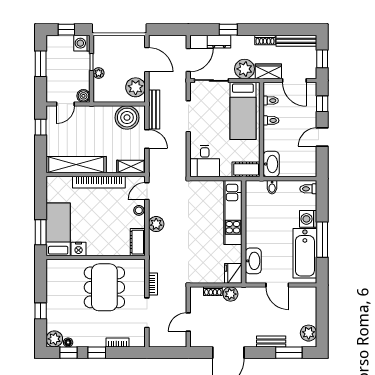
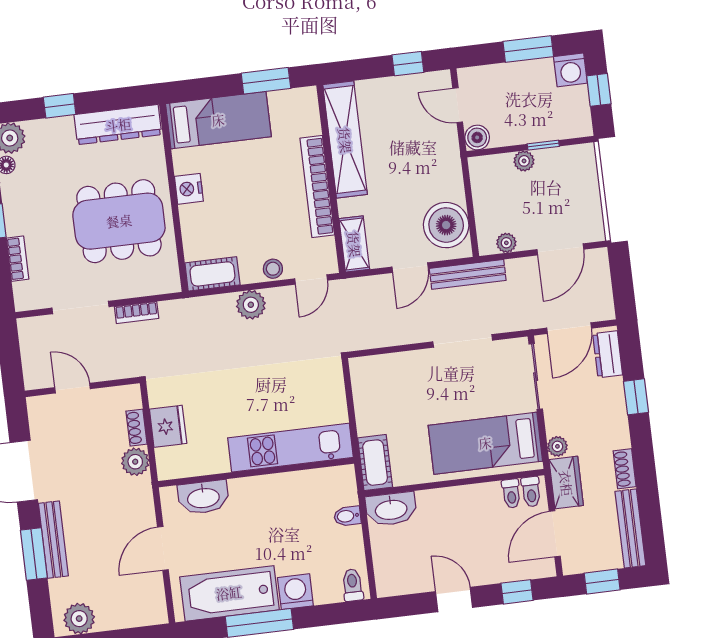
dresser: (219, 42) -> (608, 354), moved
washing machine: (82, 43) -> (570, 70), moved, turned 180
door: (188, 60) -> (569, 328), hinge flipped
plant: (244, 69) -> (557, 446), width x0.53, depth x0.53
plant: (136, 87) -> (506, 243), width x0.53, depth x0.53
toilet: (271, 120) -> (531, 492), moved
desk: (205, 161) -> (381, 382), removed
door: (147, 191) -> (311, 280), swing flipped
window: (41, 232) -> (266, 81), moved
nightstand: (79, 249) -> (189, 189), moved
fridge: (233, 273) -> (168, 426), moved, turned 90
dresser: (54, 282) -> (118, 125), added
bench: (271, 341) -> (53, 540), width x1.36
window: (289, 353) -> (34, 554), moved

